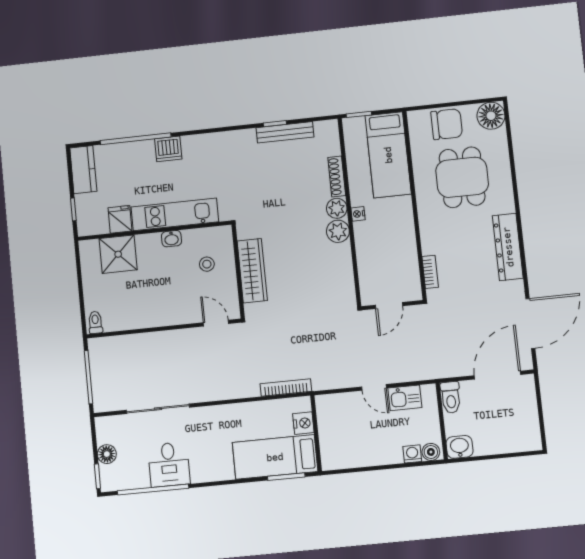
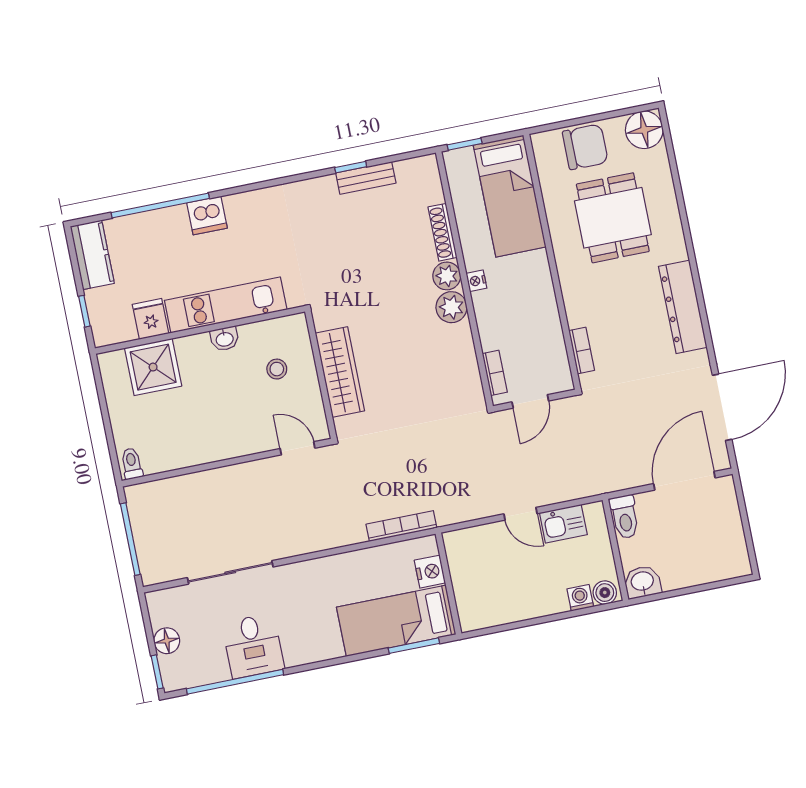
bench: (285, 132) -> (366, 178), width x0.73
bookcase: (365, 282) -> (495, 373), added

